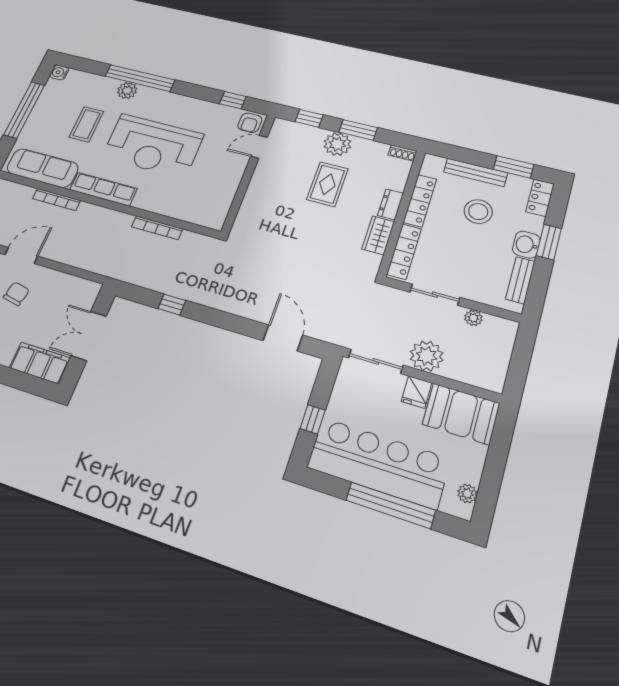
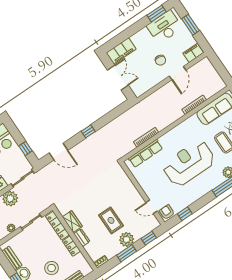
door: (259, 147) -> (152, 207), swing flipped
row of seats: (103, 189) -> (146, 153), moved
locker: (420, 201) -> (71, 246), width x0.66
window: (172, 305) -> (88, 131), moved
window: (313, 419) -> (26, 148), moved

